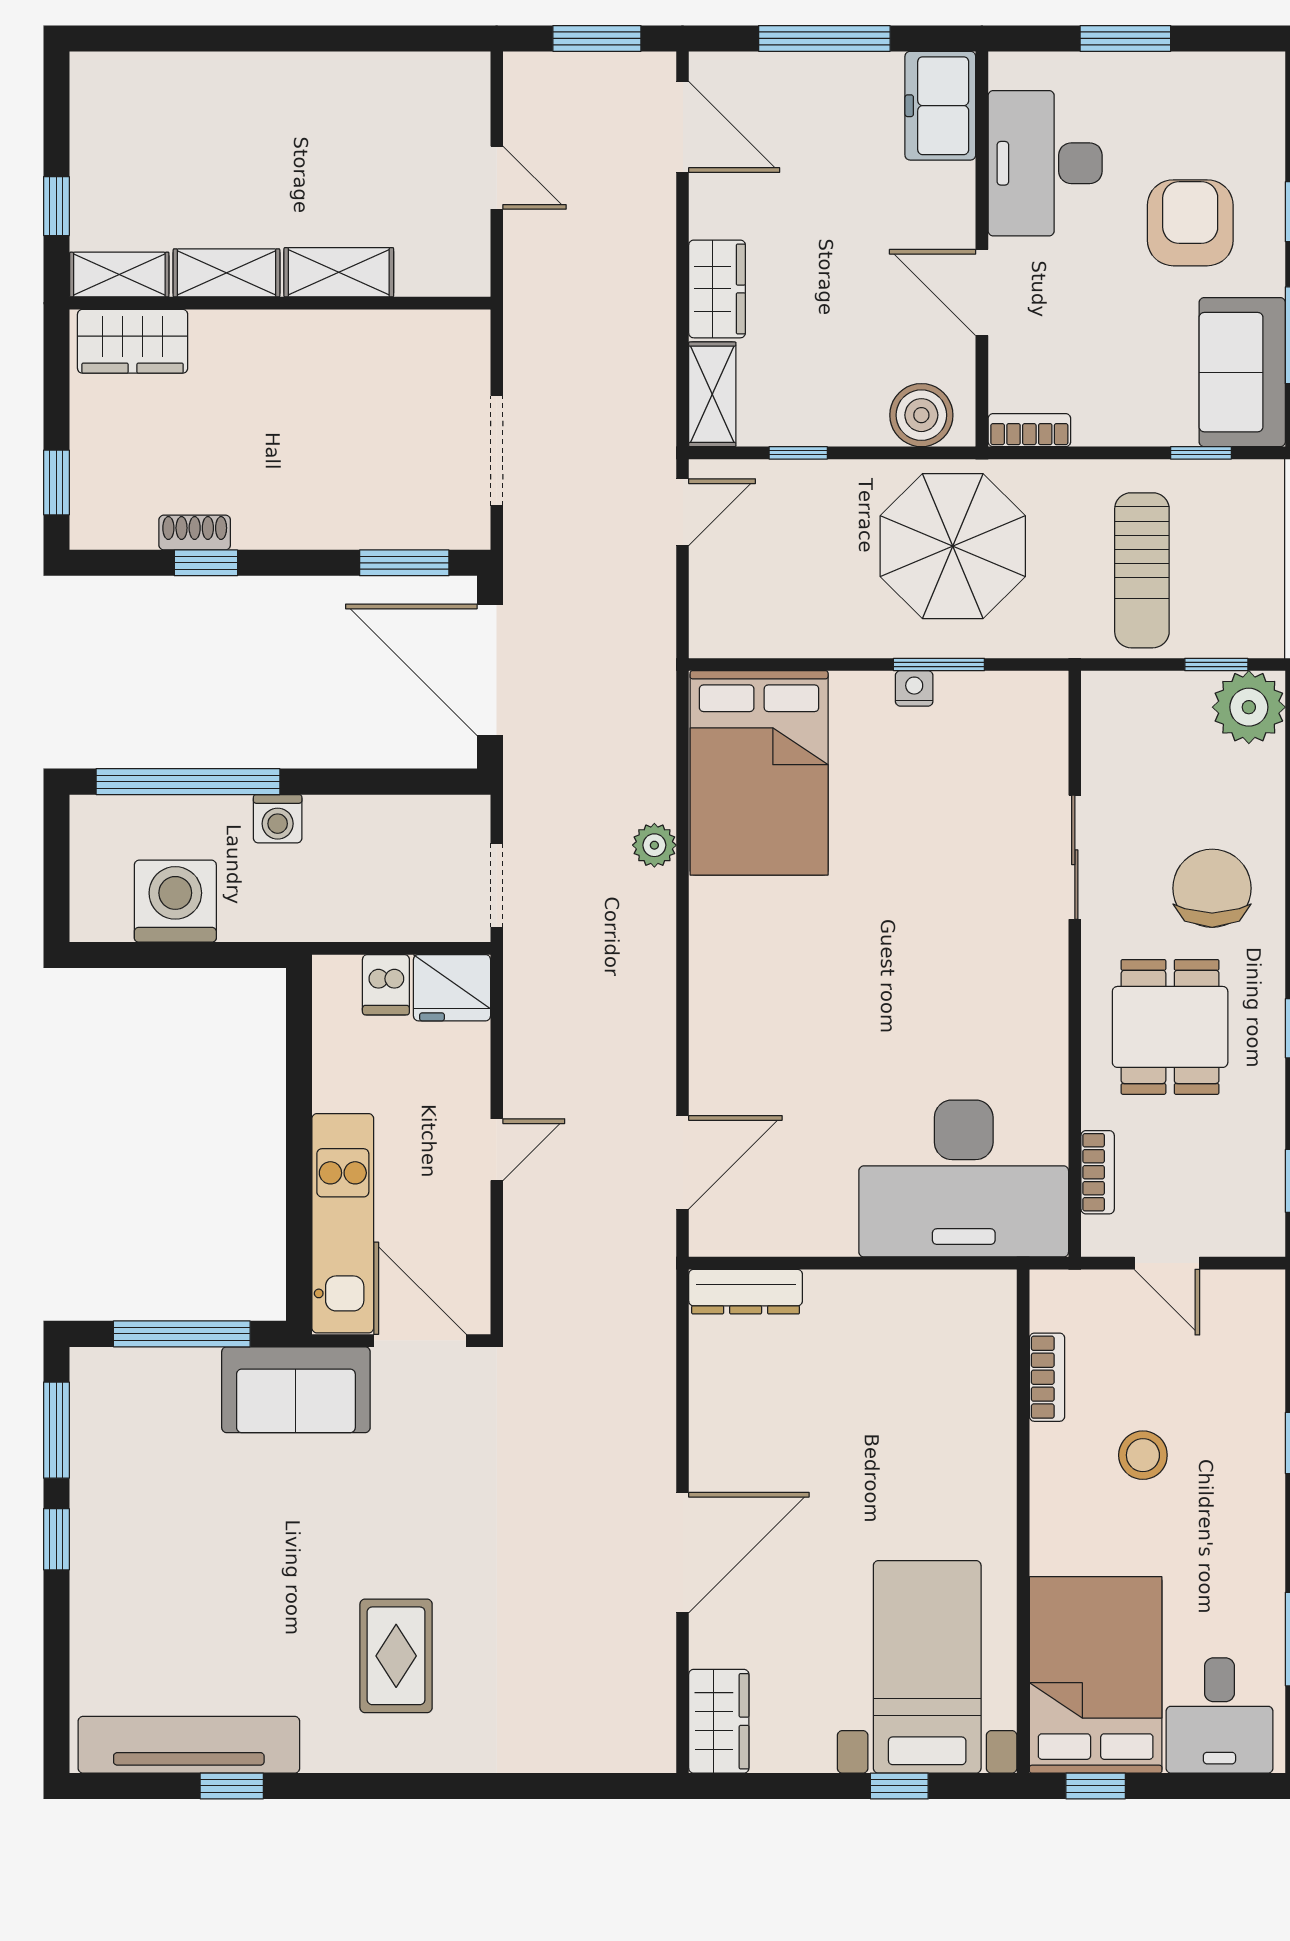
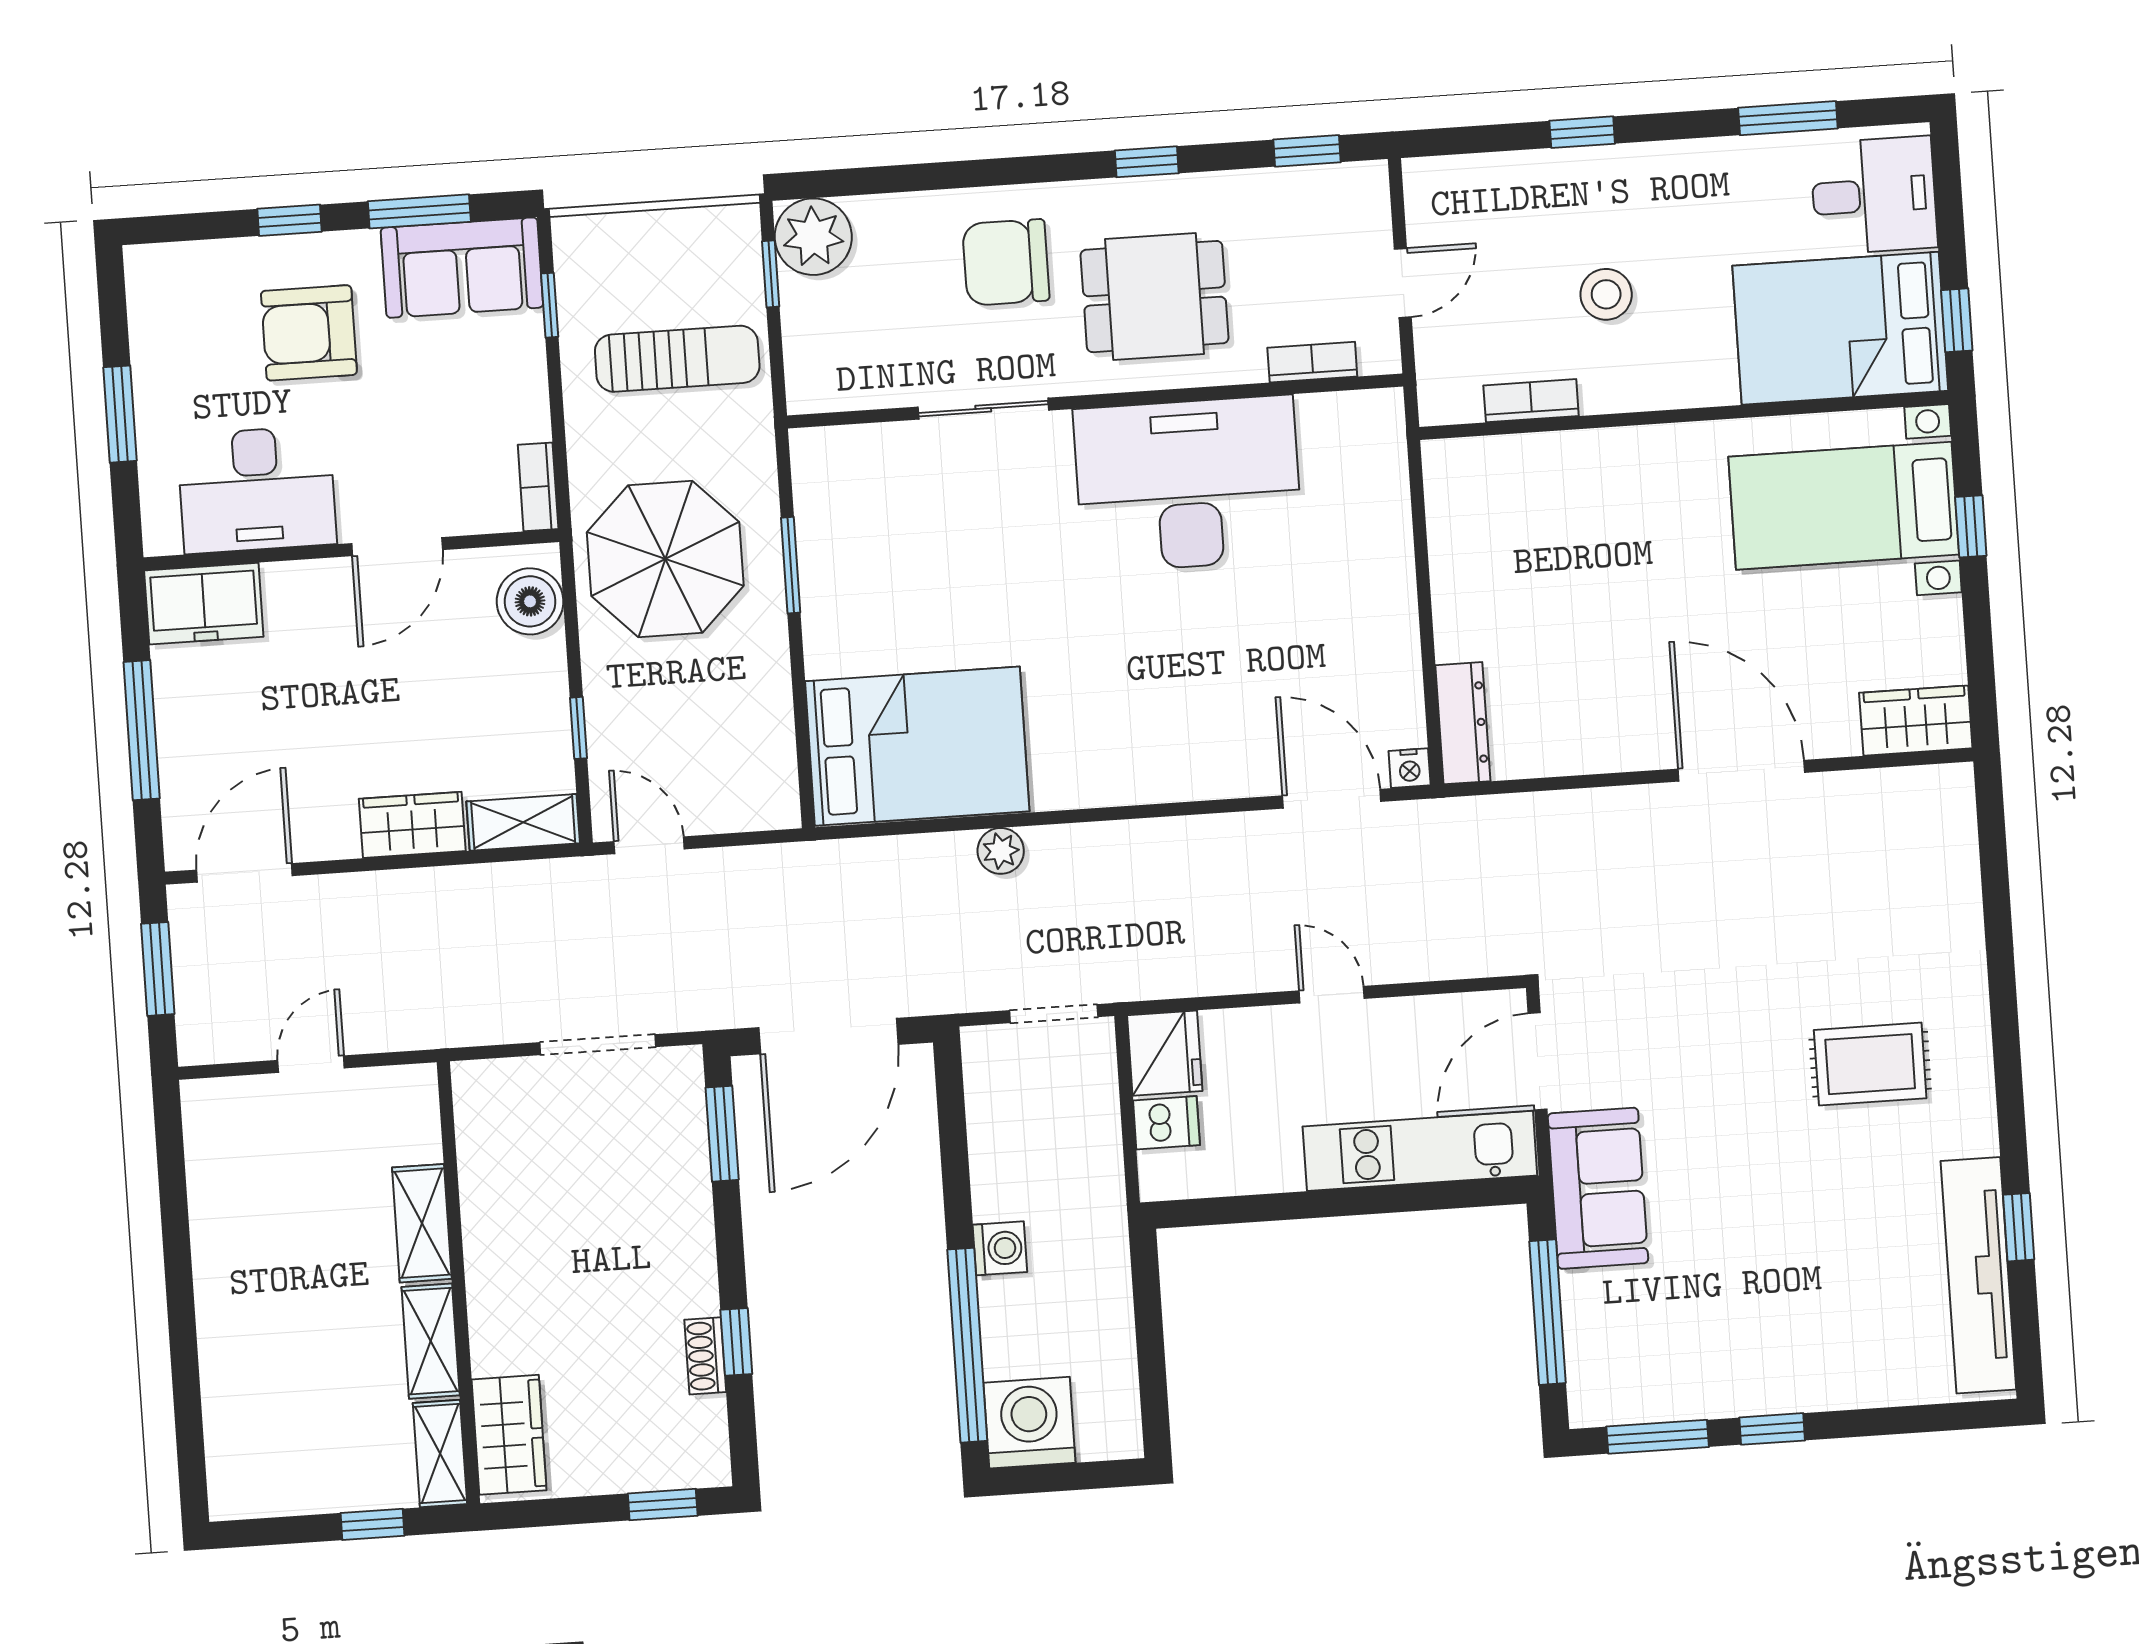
nightstand: (914, 688) -> (1410, 768), moved, turned -90
washing machine: (175, 901) -> (1029, 1423), moved, turned 90
desk: (964, 1178) -> (1188, 484), moved, turned -90

